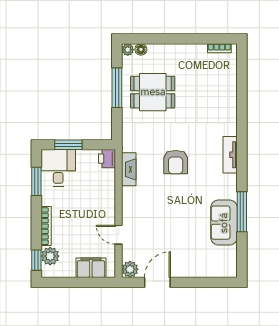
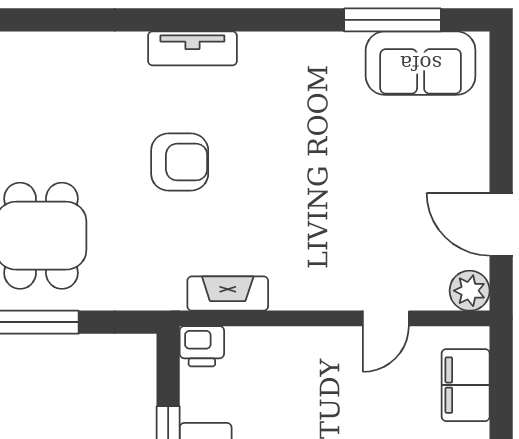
armchair: (176, 162) -> (180, 162), moved
window: (242, 212) -> (392, 20), moved
sofa: (224, 223) -> (421, 63), moved

